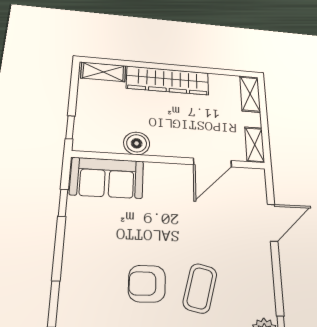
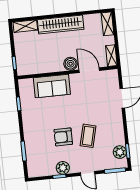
boiler: (137, 143) -> (71, 64), moved
door: (213, 163) -> (89, 70), swing flipped
sofa: (107, 178) -> (52, 86), moved

